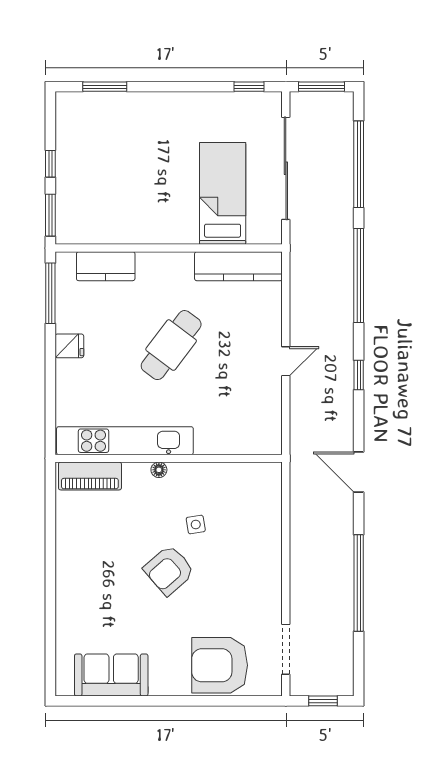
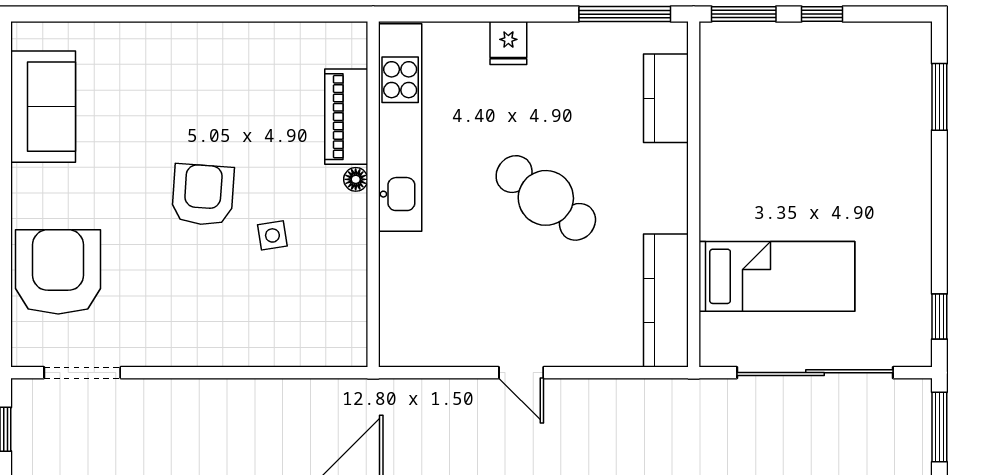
fridge: (69, 346) -> (508, 43), moved
piano: (90, 476) -> (346, 117), moved
armchair: (169, 570) -> (203, 195), turned 45

